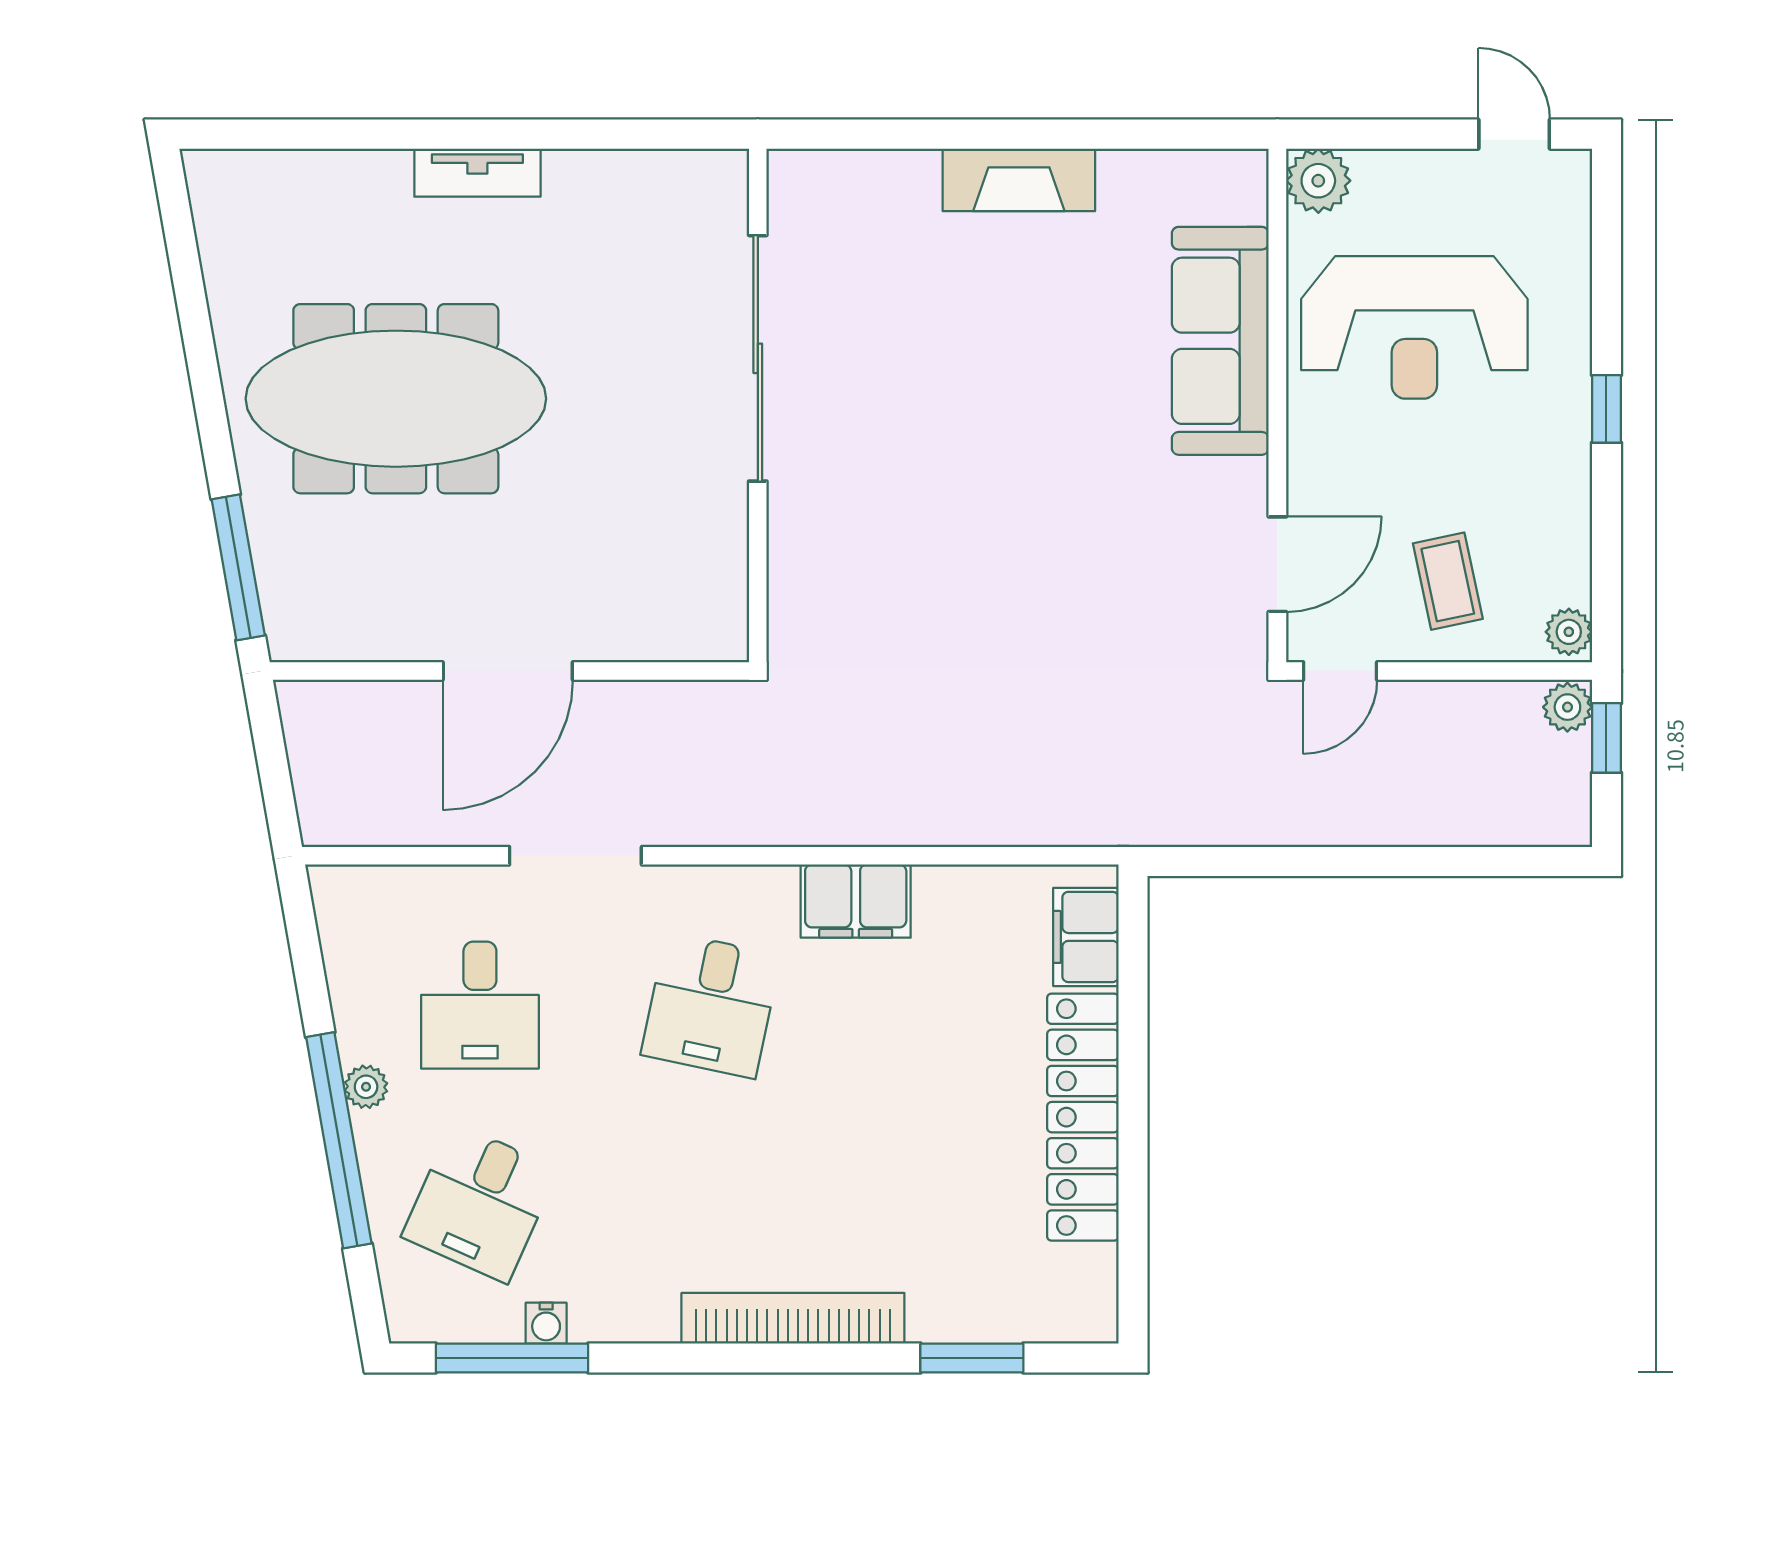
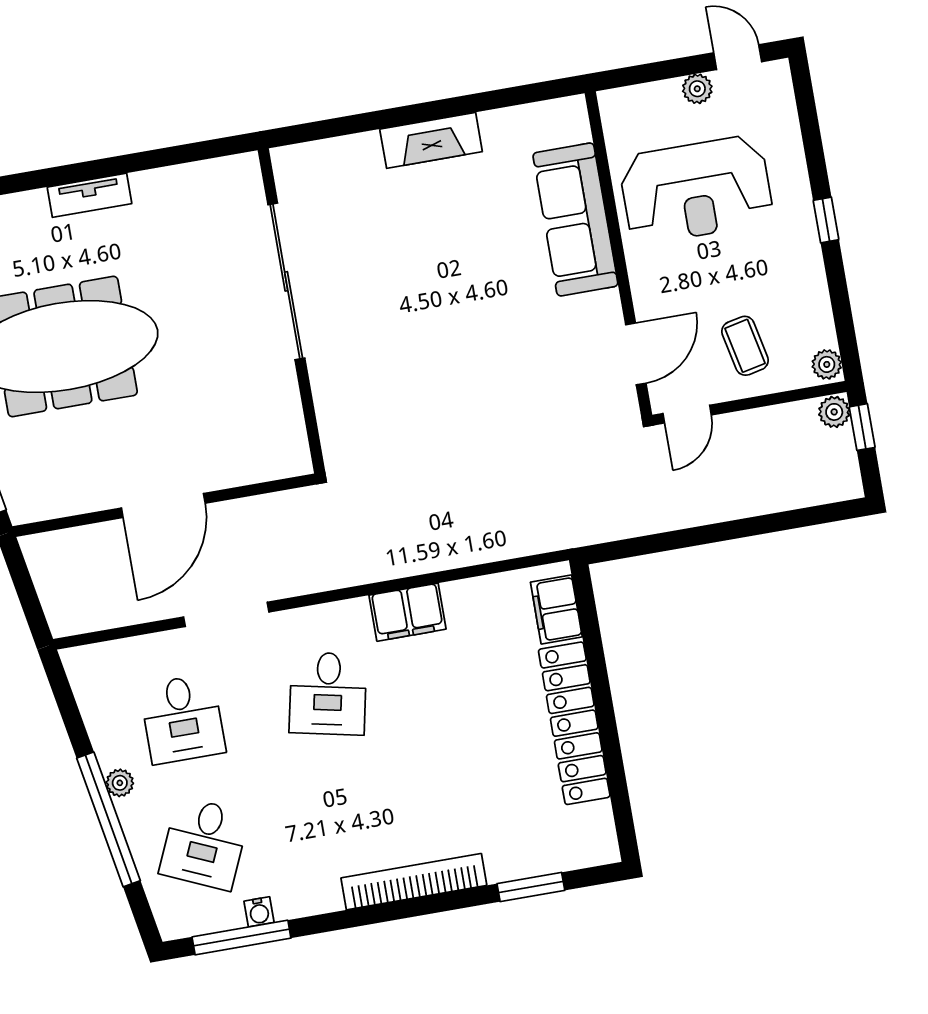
plant: (1318, 181) -> (697, 89), moved, width x0.73, depth x0.73

